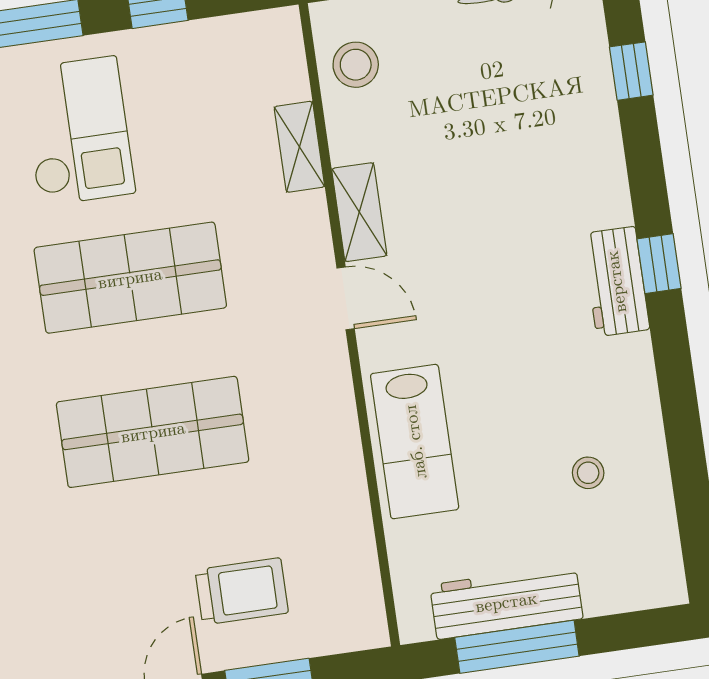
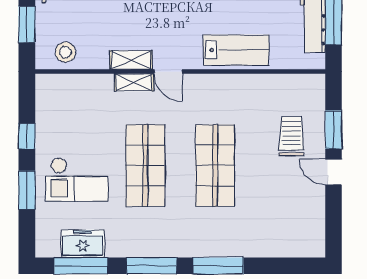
checkout: (78, 131) -> (77, 179), turned 180
shelving: (299, 147) -> (134, 82), moved
door: (346, 298) -> (168, 72), swing flipped

